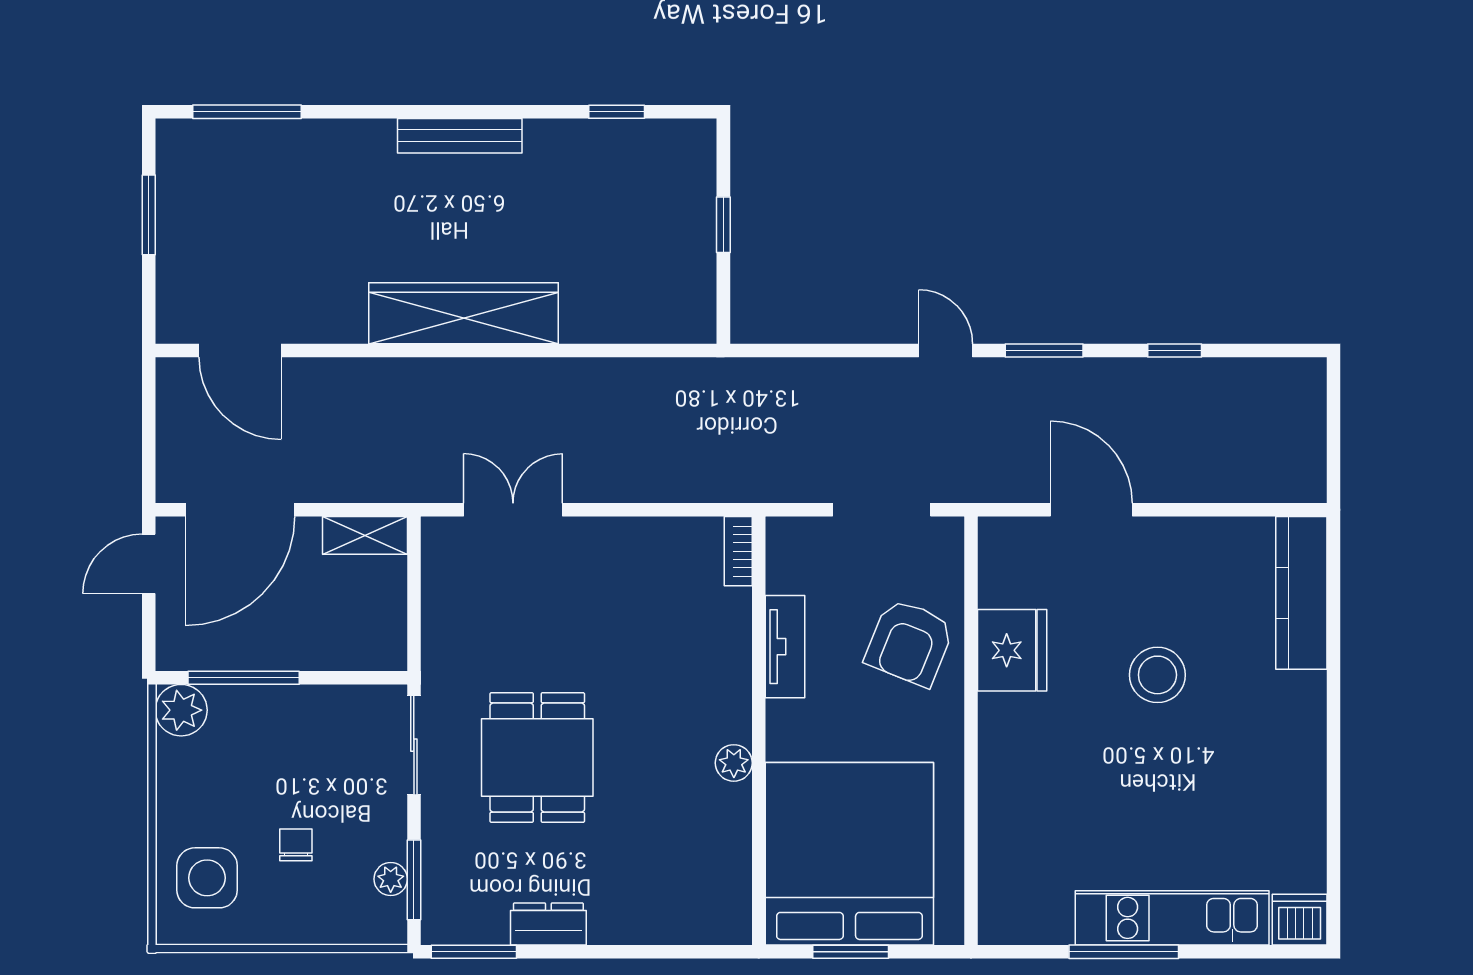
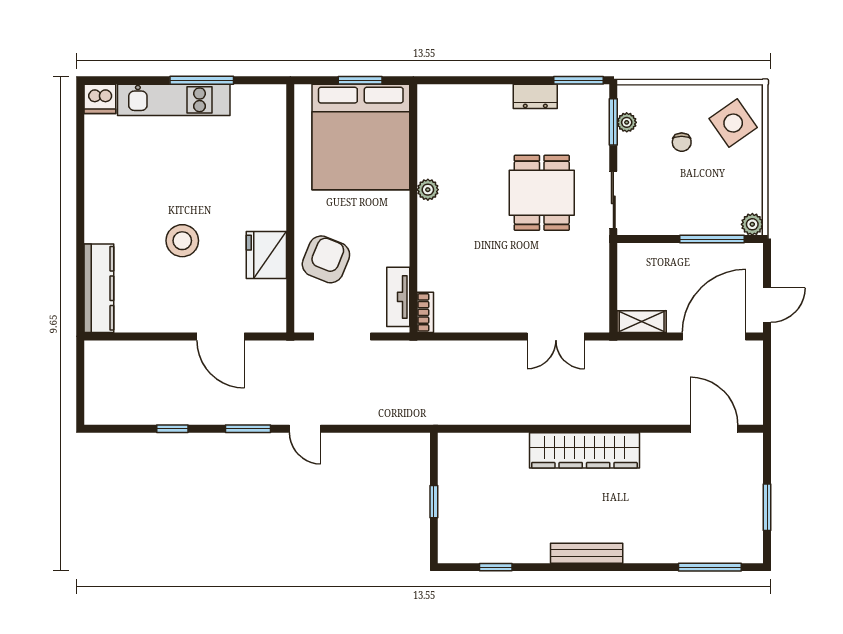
tv unit: (785, 647) -> (398, 297), moved
plant: (181, 710) -> (752, 224), width x0.73, depth x0.73
side table: (207, 878) -> (733, 123), turned -35

